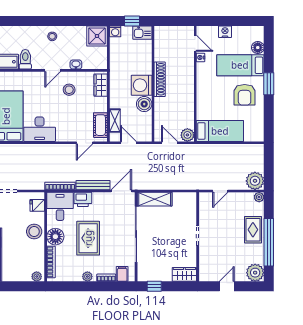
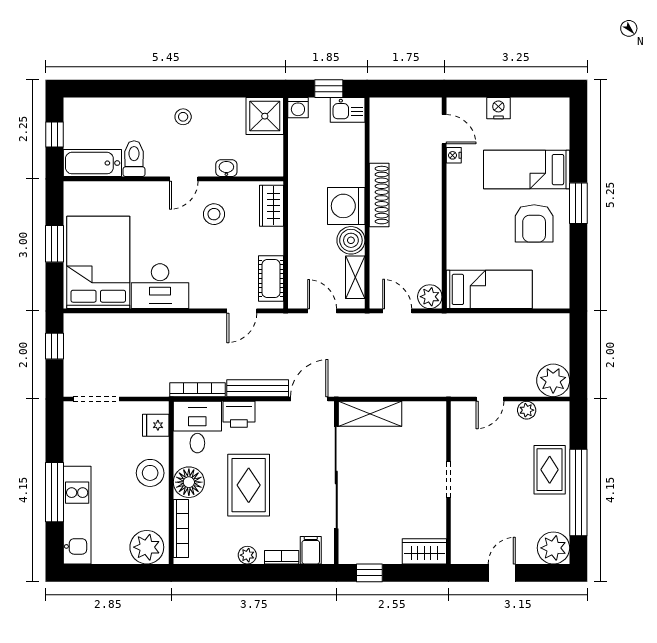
floor lamp: (258, 48) -> (558, 137), removed
shelving: (115, 121) -> (355, 277), moved
plant: (259, 197) -> (527, 410), moved
plant: (37, 277) -> (147, 547), width x1.88, depth x1.88

